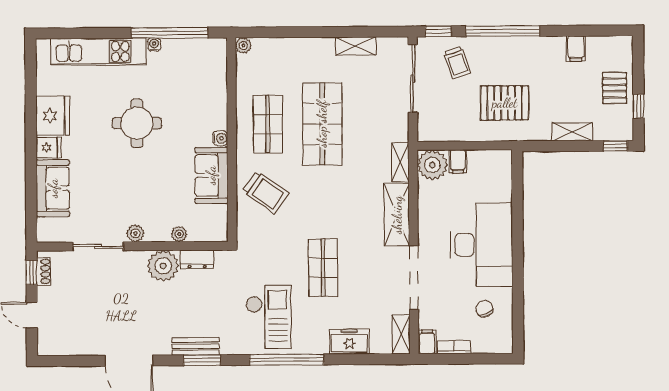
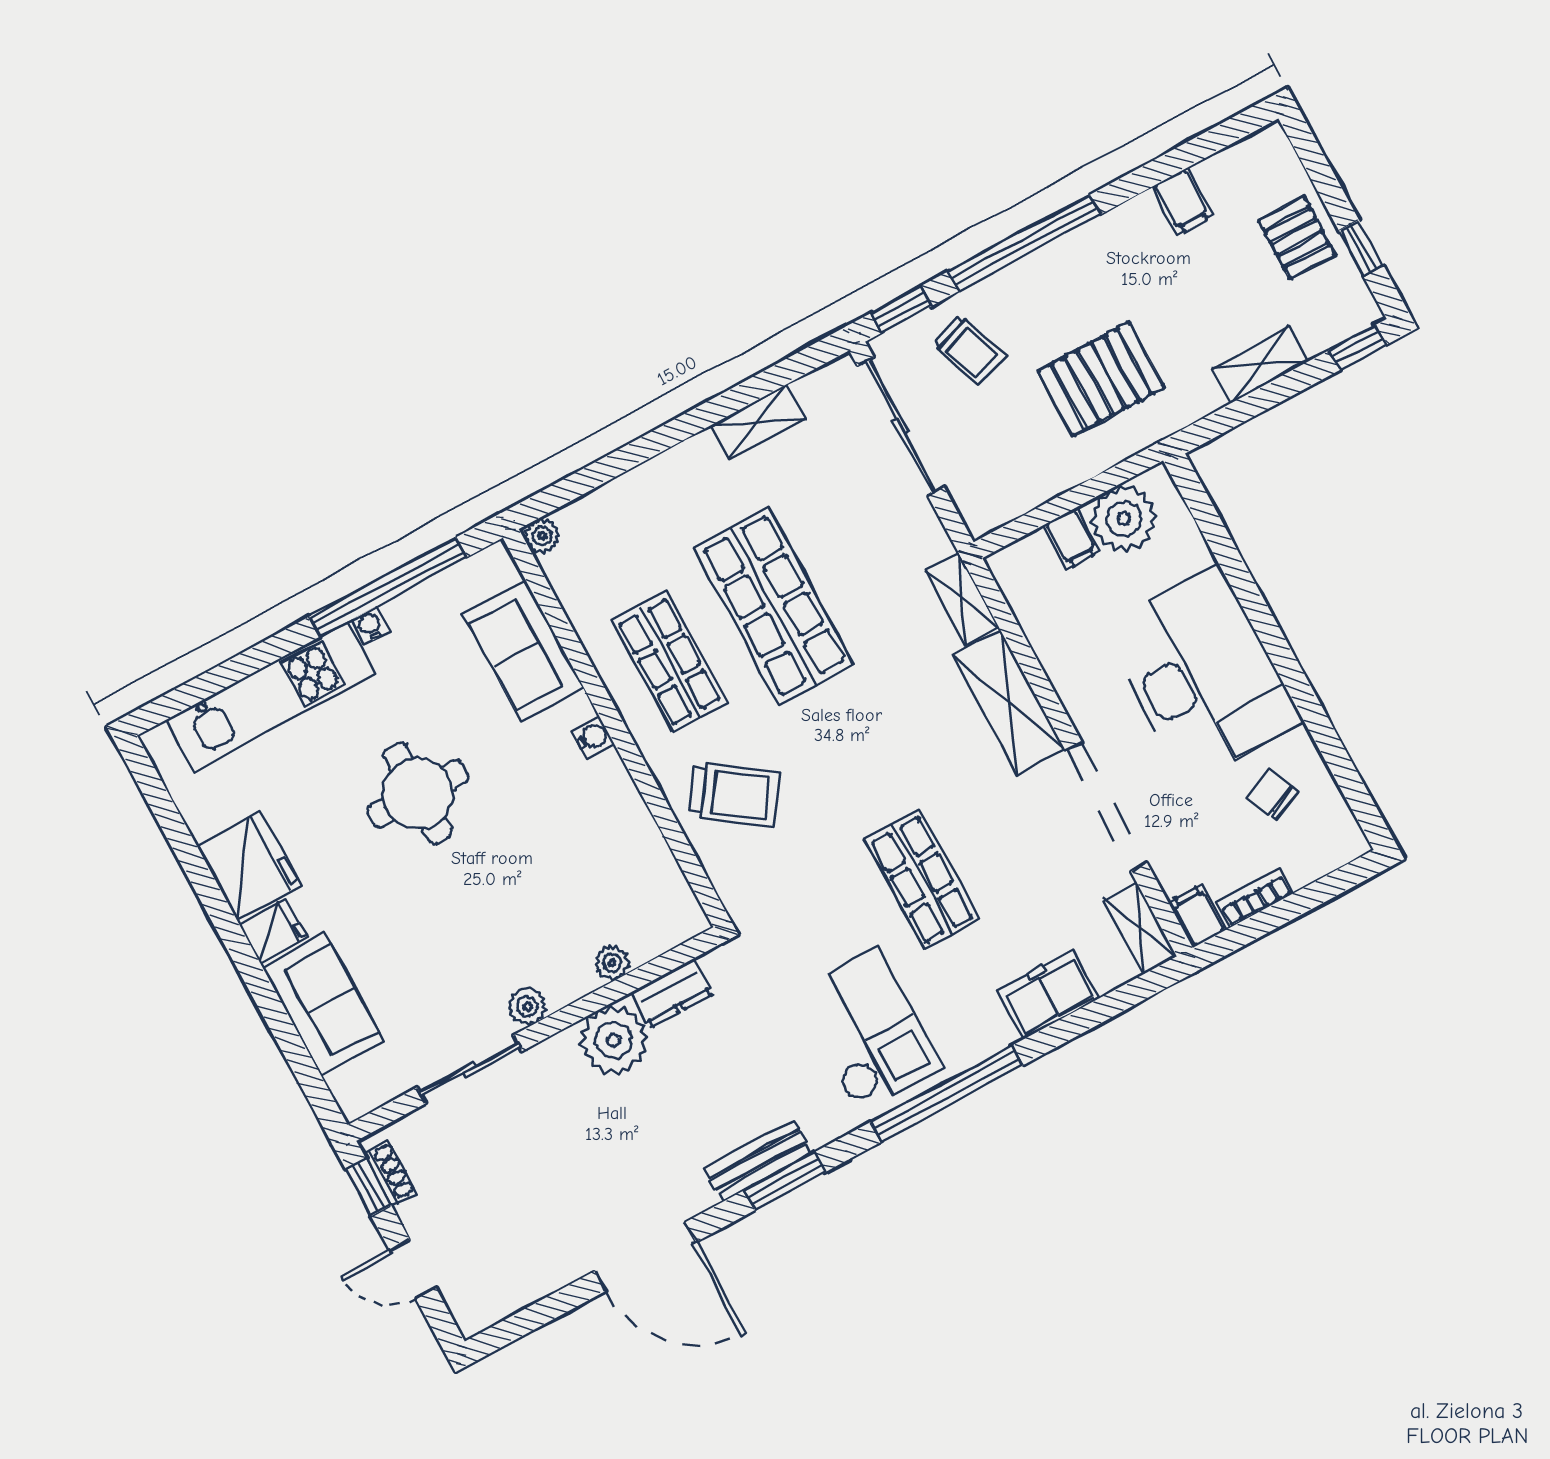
plant: (432, 165) -> (1124, 519), moved
sofa: (211, 175) -> (524, 650), moved

